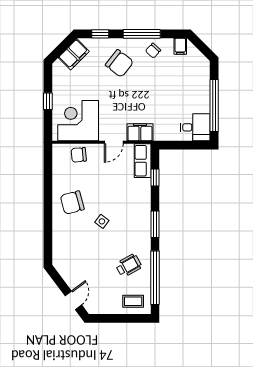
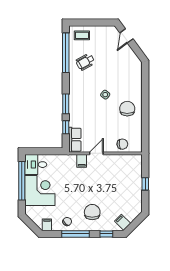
filing cabinet: (74, 54) -> (123, 222), width x0.50
chair: (119, 63) -> (92, 212), turned 52
corner desk: (78, 121) -> (40, 190), moved, turned -90
filing cabinet: (140, 132) -> (82, 161), width x0.50
chair: (72, 203) -> (127, 109), turned -75
window: (155, 224) -> (66, 104), moved

